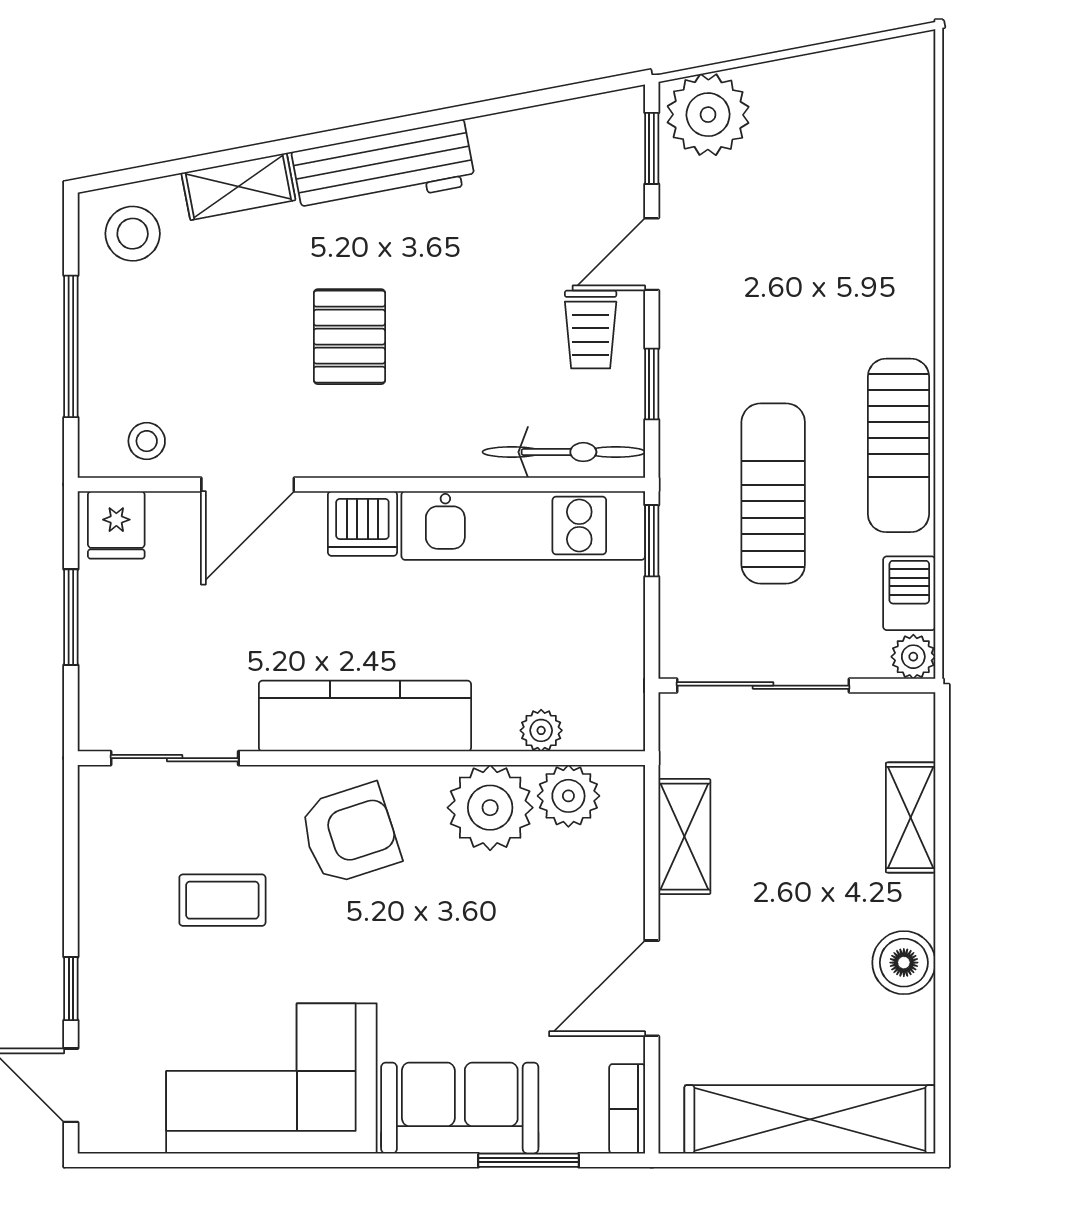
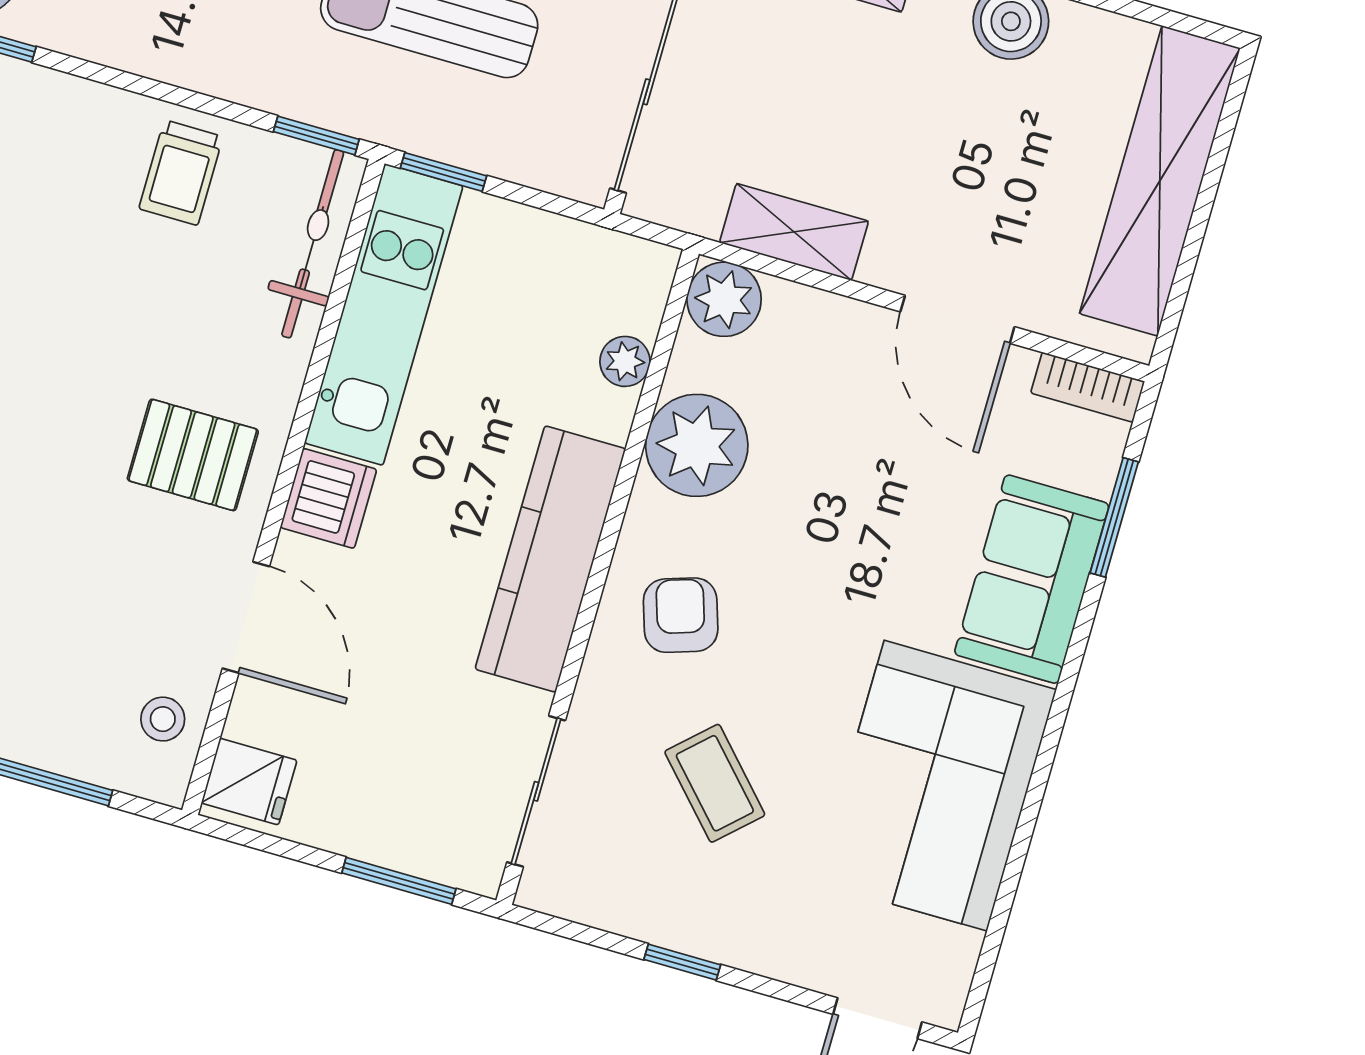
door: (652, 254) -> (115, 78), removed
trolley: (591, 330) -> (181, 173), turned 90
pallet: (349, 337) -> (193, 455), moved
window: (652, 384) -> (316, 135), moved
window: (71, 617) -> (399, 881), moved
plant: (568, 796) -> (724, 299), moved
armchair: (350, 834) -> (681, 615), width x0.72, depth x0.72
coffee table: (222, 900) -> (715, 783), turned -43
window: (71, 989) -> (682, 962), moved

